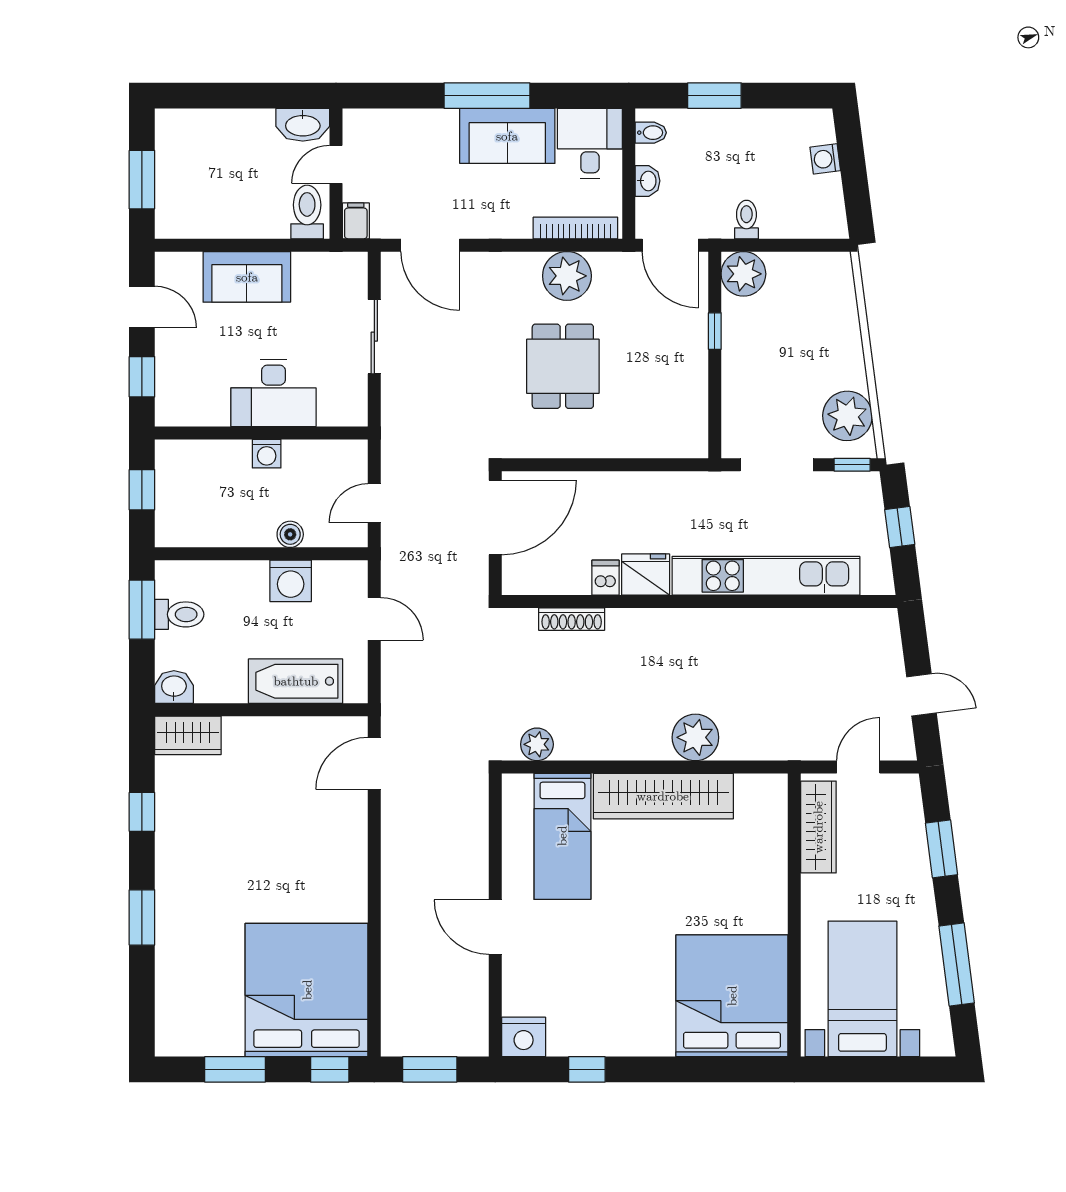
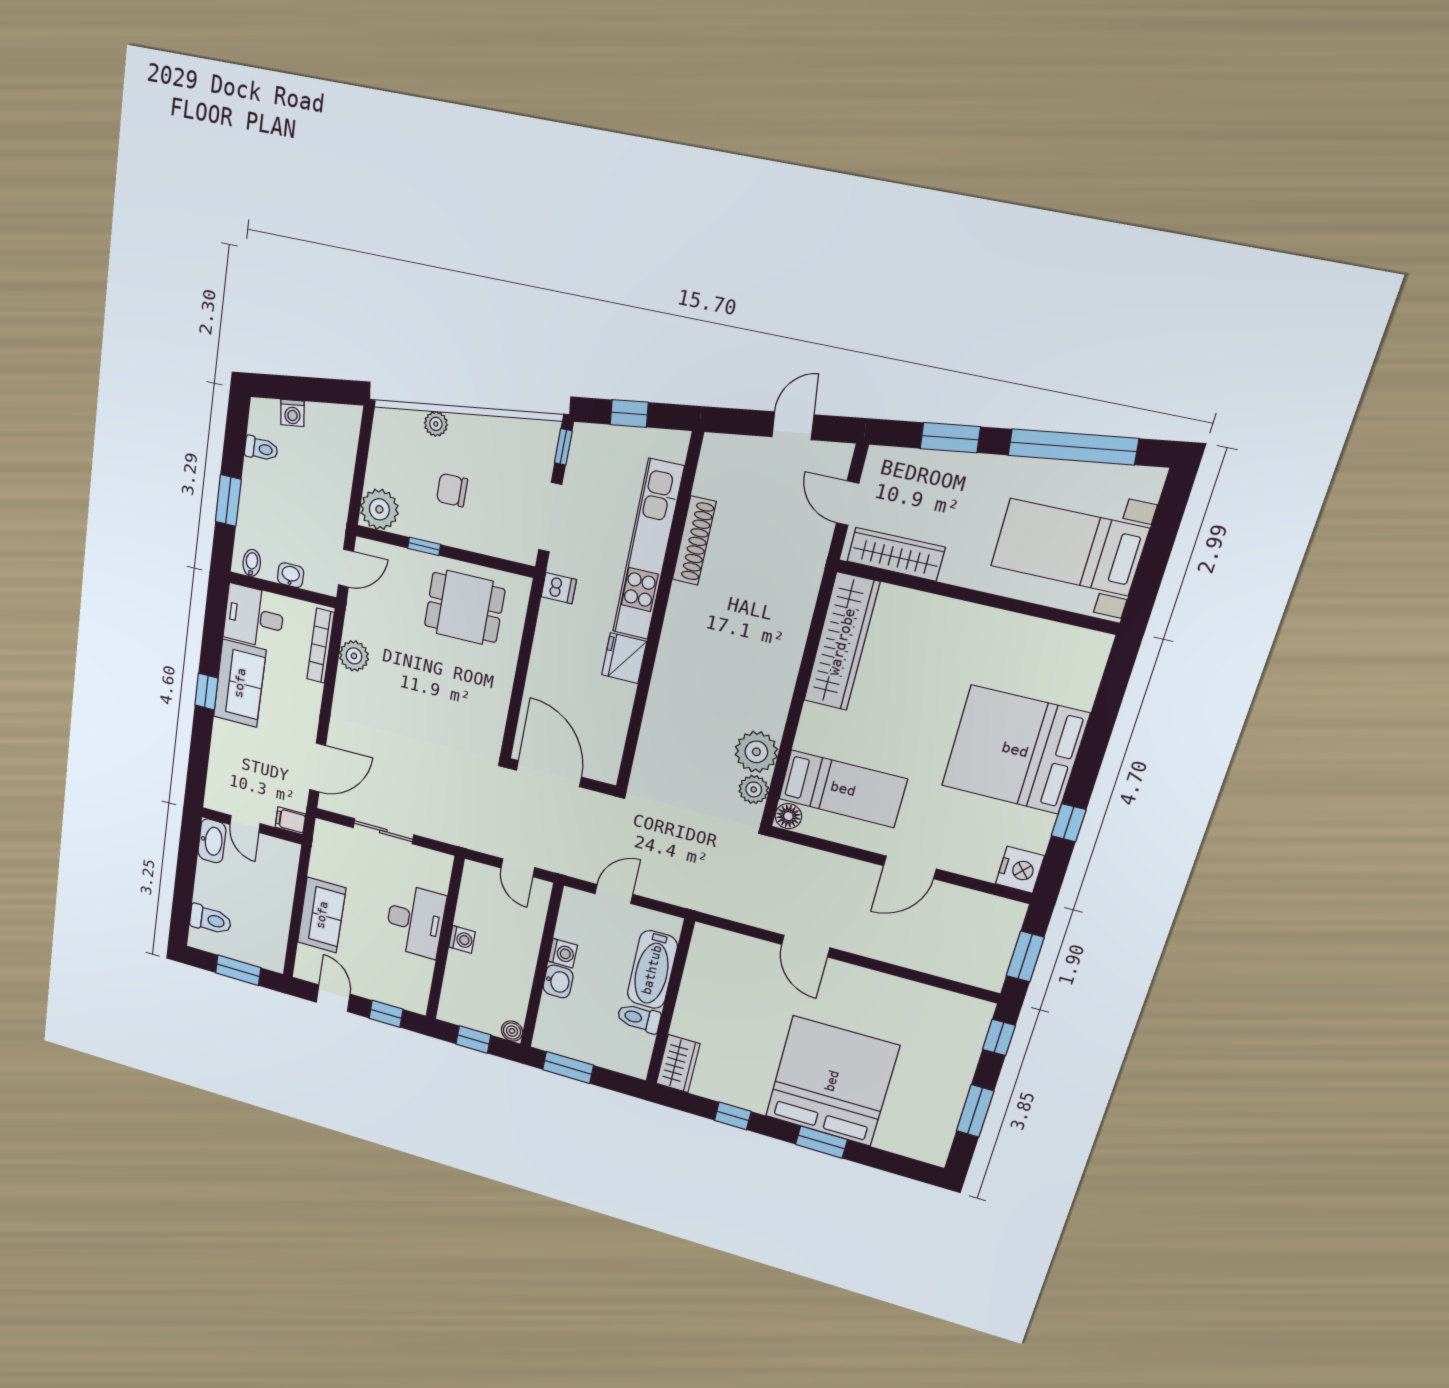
window: (487, 96) -> (206, 692), width x0.46
toilet: (307, 212) -> (210, 920), moved, turned 180
toilet: (746, 220) -> (261, 449), moved, turned 180
door: (670, 245) -> (346, 568), width x0.73
plant: (567, 276) -> (354, 656), width x0.73, depth x0.73
door: (142, 307) -> (333, 998), hinge flipped
chair: (782, 352) -> (452, 490), added
dining table: (563, 366) -> (465, 607), moved
plant: (847, 416) -> (436, 424), moved, width x0.53, depth x0.53
boiler: (290, 534) -> (512, 1031), moved
dishwasher: (606, 578) -> (559, 588), moved, turned 180
washing machine: (291, 581) -> (563, 953), width x0.73, depth x0.73
toilet: (179, 614) -> (639, 1018), moved, turned -90
shoe rack: (572, 619) -> (694, 541), moved, width x1.36, depth x1.24
washbasin: (174, 687) -> (558, 981), moved, turned 180
plant: (695, 737) -> (756, 752), moved
door: (374, 763) -> (806, 946), moved
floor lamp: (517, 788) -> (788, 816), added
wardrobe: (663, 796) -> (842, 642), moved
window: (957, 965) -> (1073, 447), width x1.46
bed: (307, 990) -> (832, 1081), moved, turned 90
bed: (732, 996) -> (1015, 750), moved

